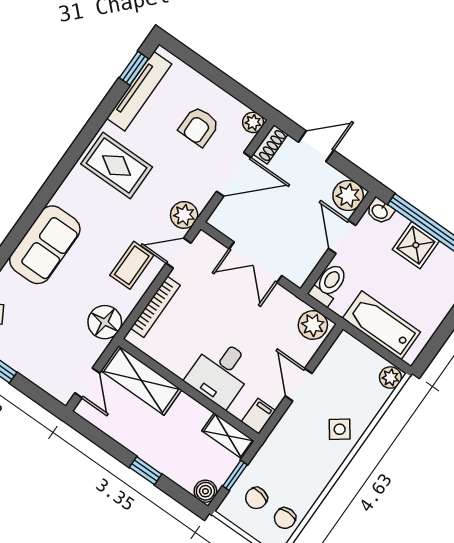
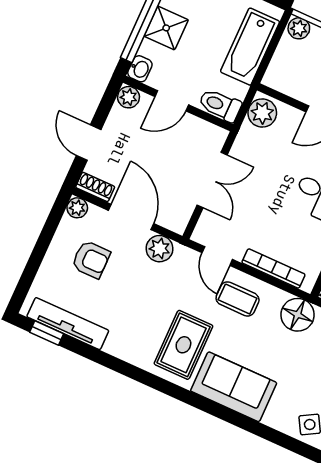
rug: (117, 165) -> (183, 345), moved
plant: (348, 195) -> (128, 97), width x0.73, depth x0.73
plant: (184, 215) -> (160, 249), moved

